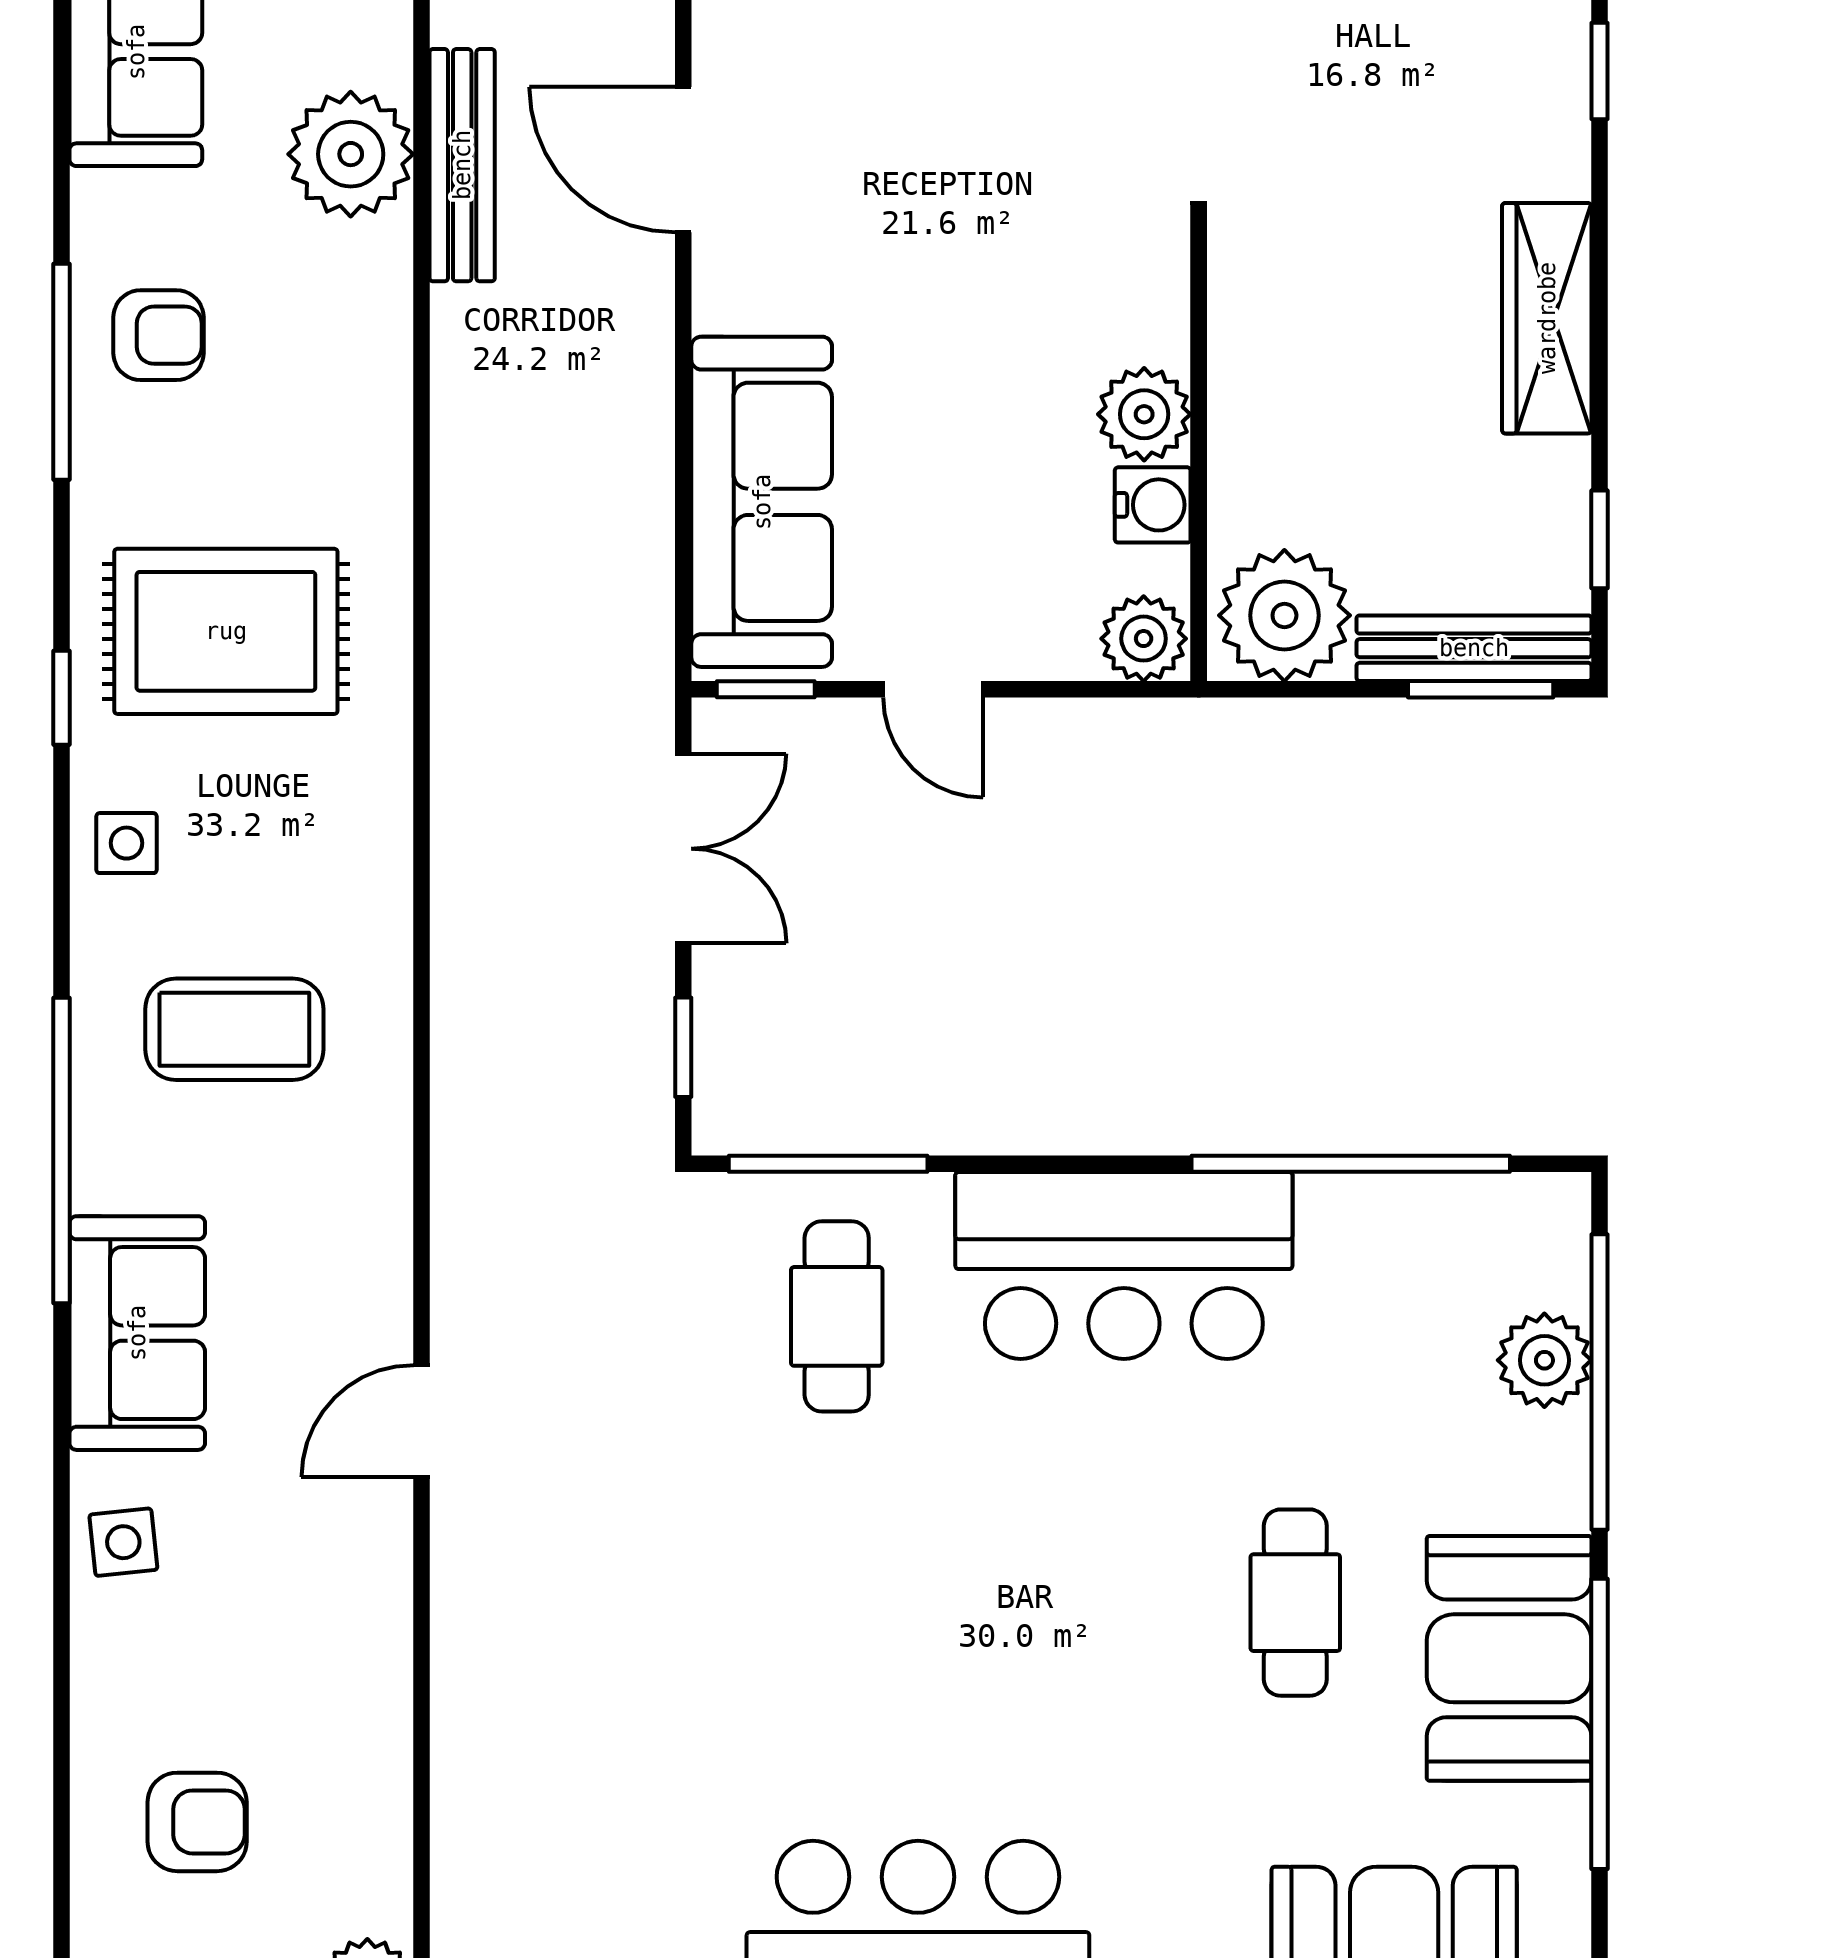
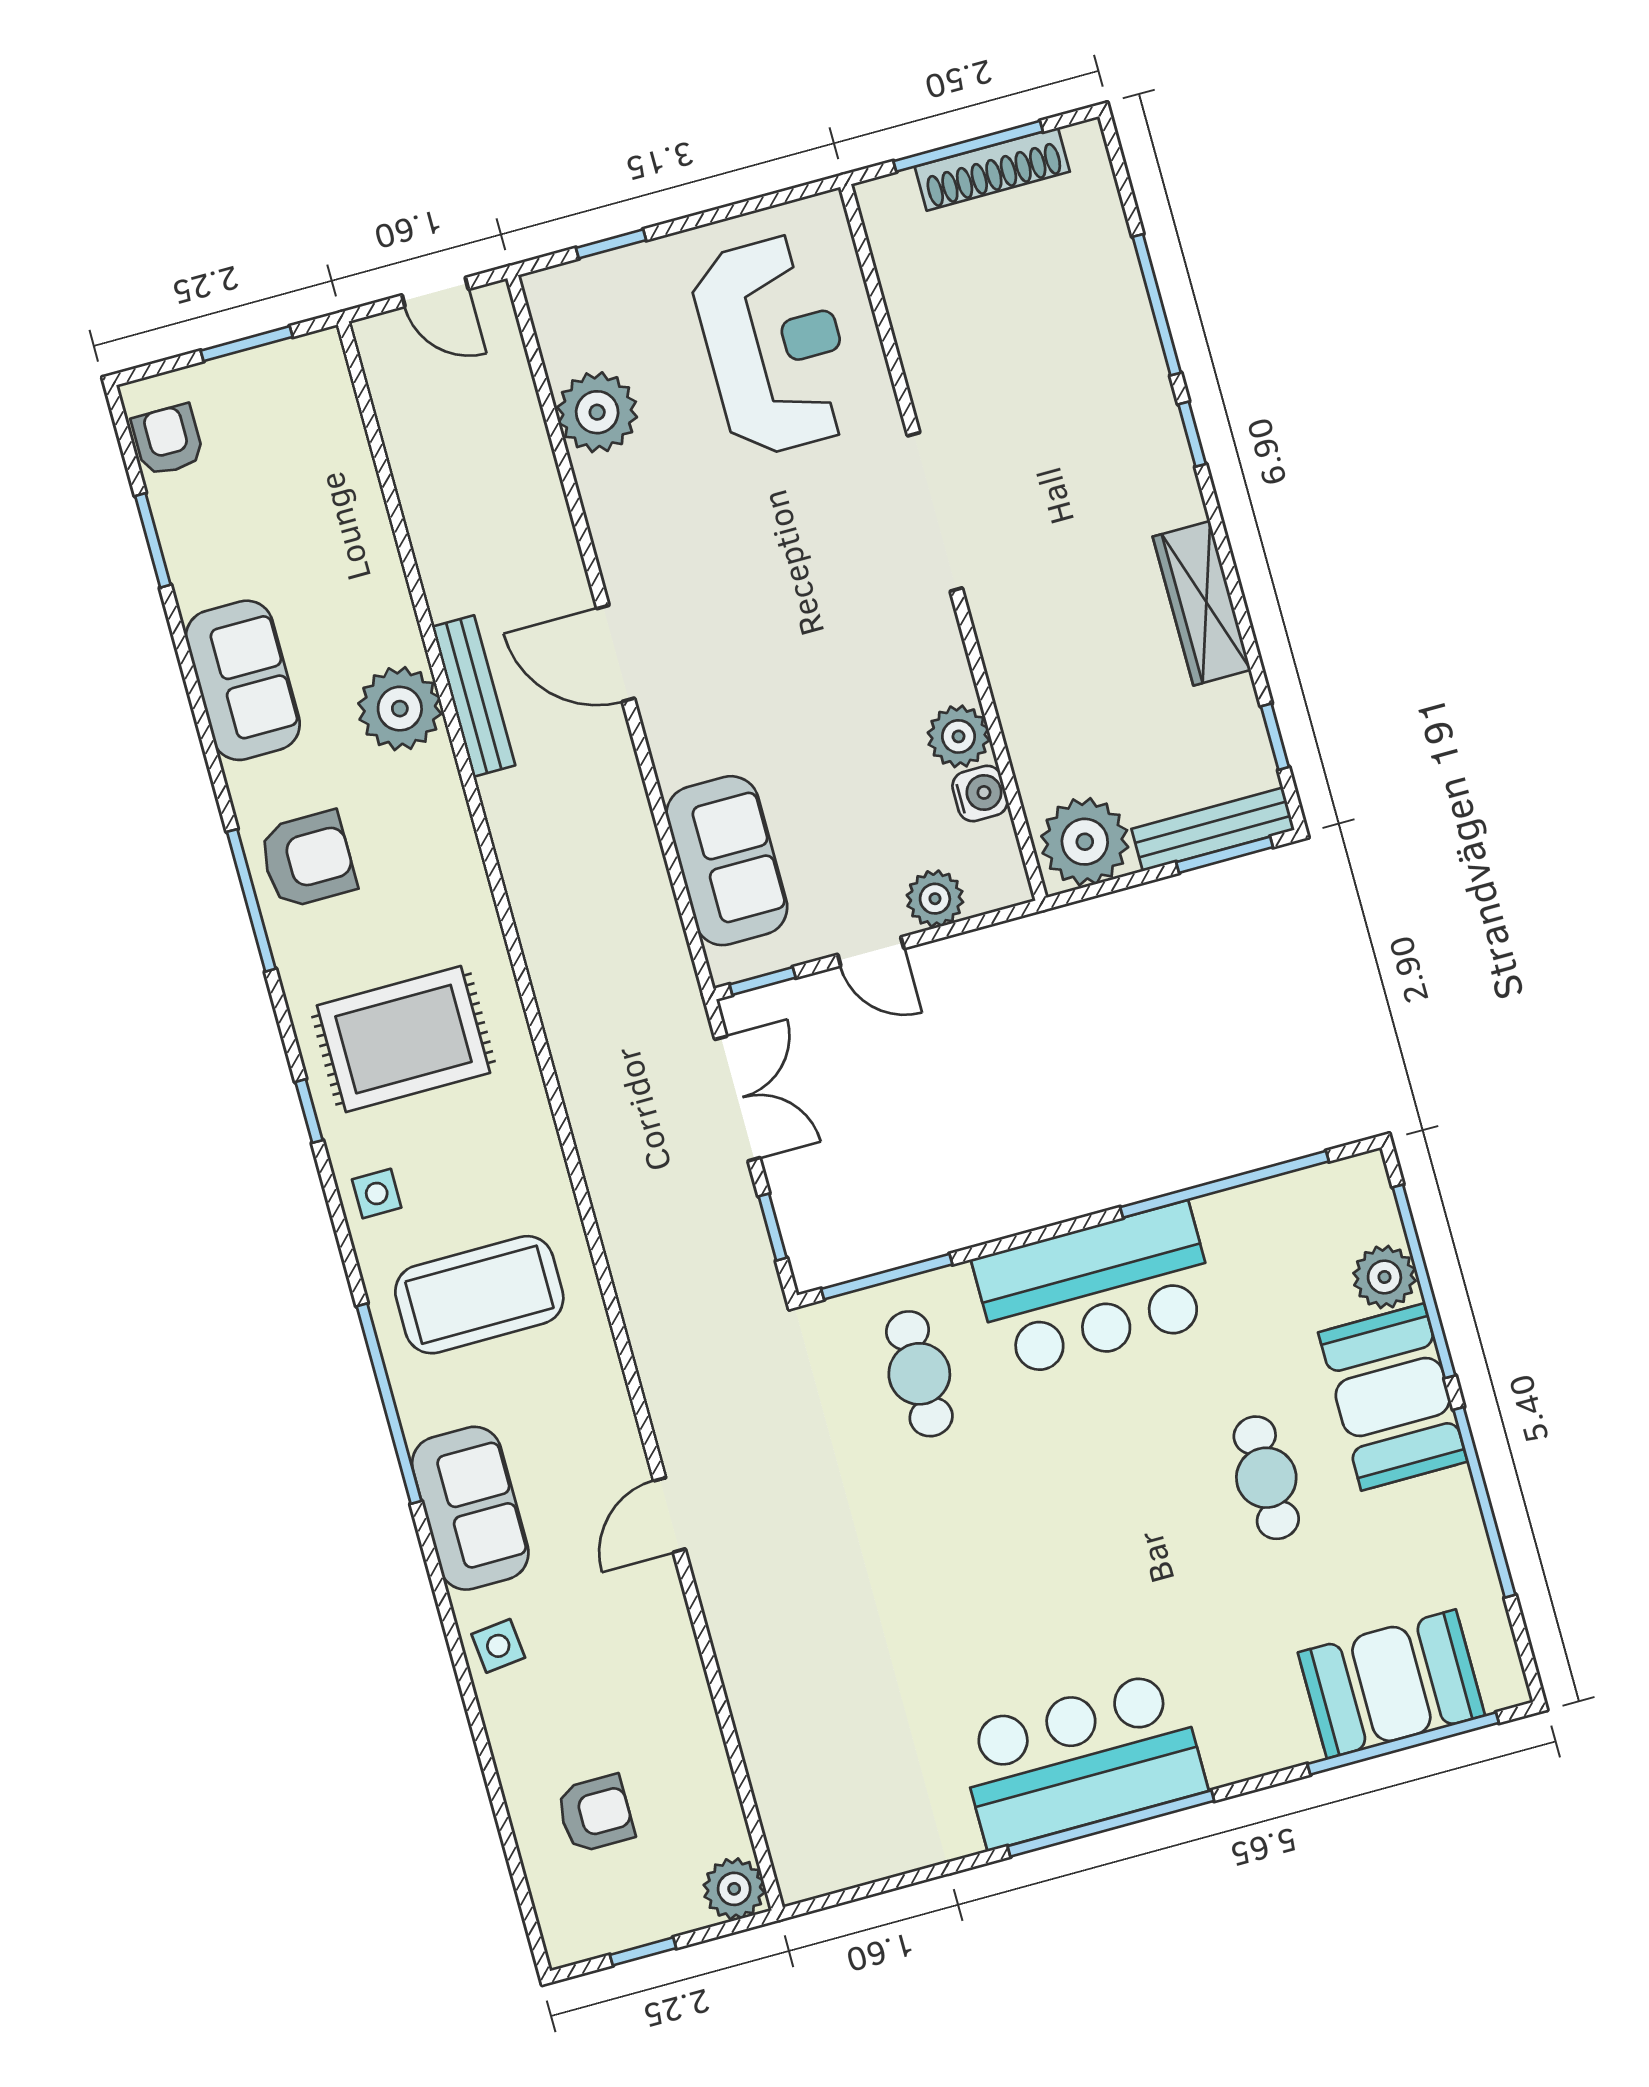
armchair: (158, 335) -> (308, 860), width x1.38, depth x1.38
sofa: (762, 502) -> (727, 861), width x0.73
plant: (1144, 639) -> (935, 899), moved
coffee table: (234, 1029) -> (479, 1295), width x1.36, depth x1.32
booth: (1509, 1658) -> (1393, 1397), moved

